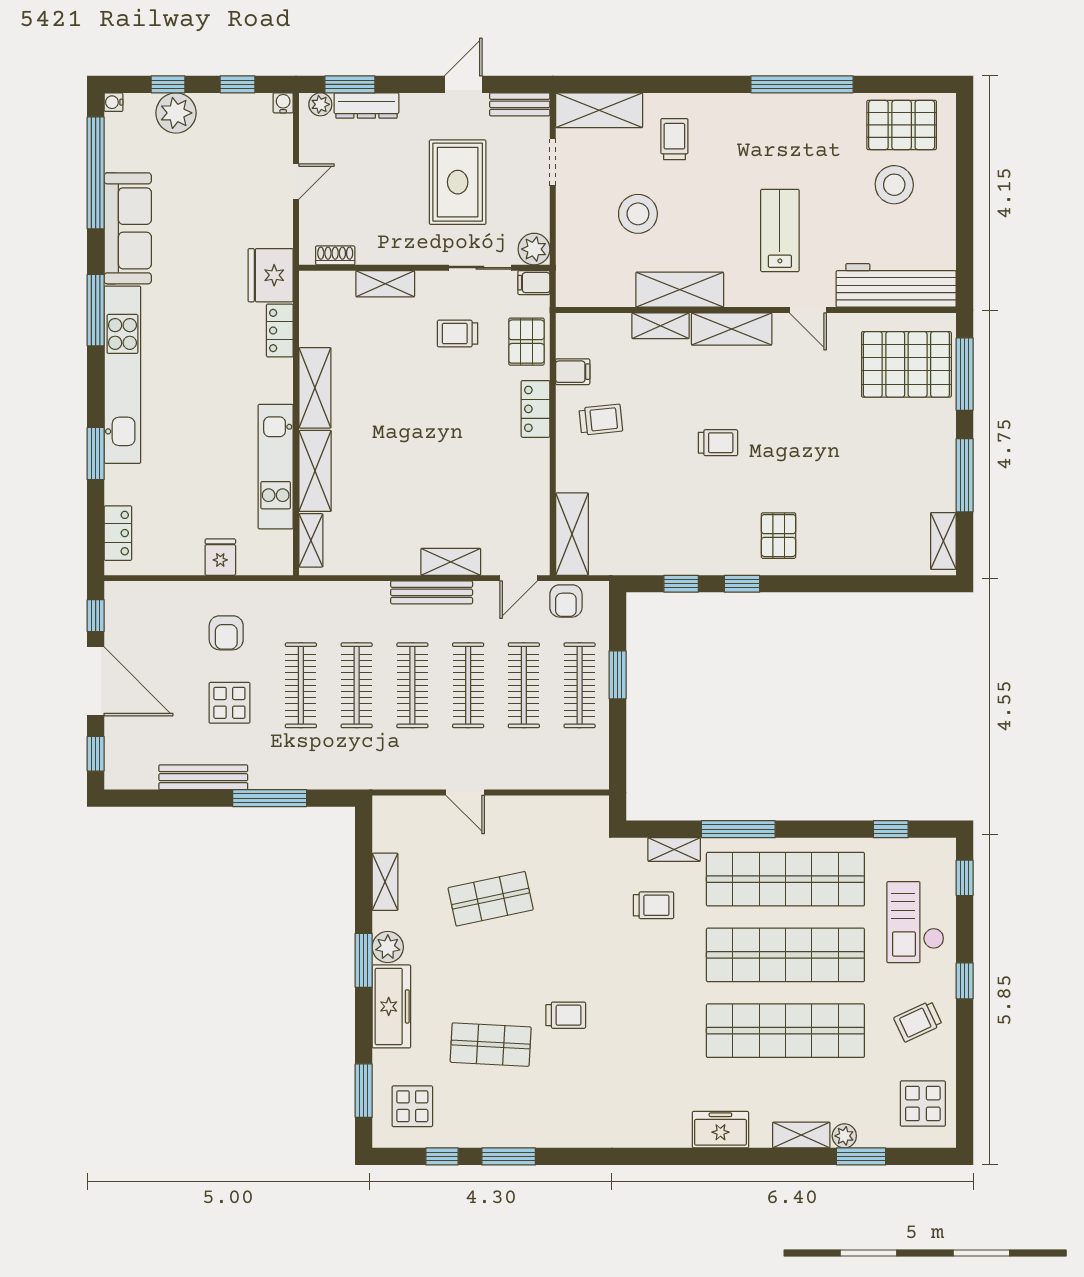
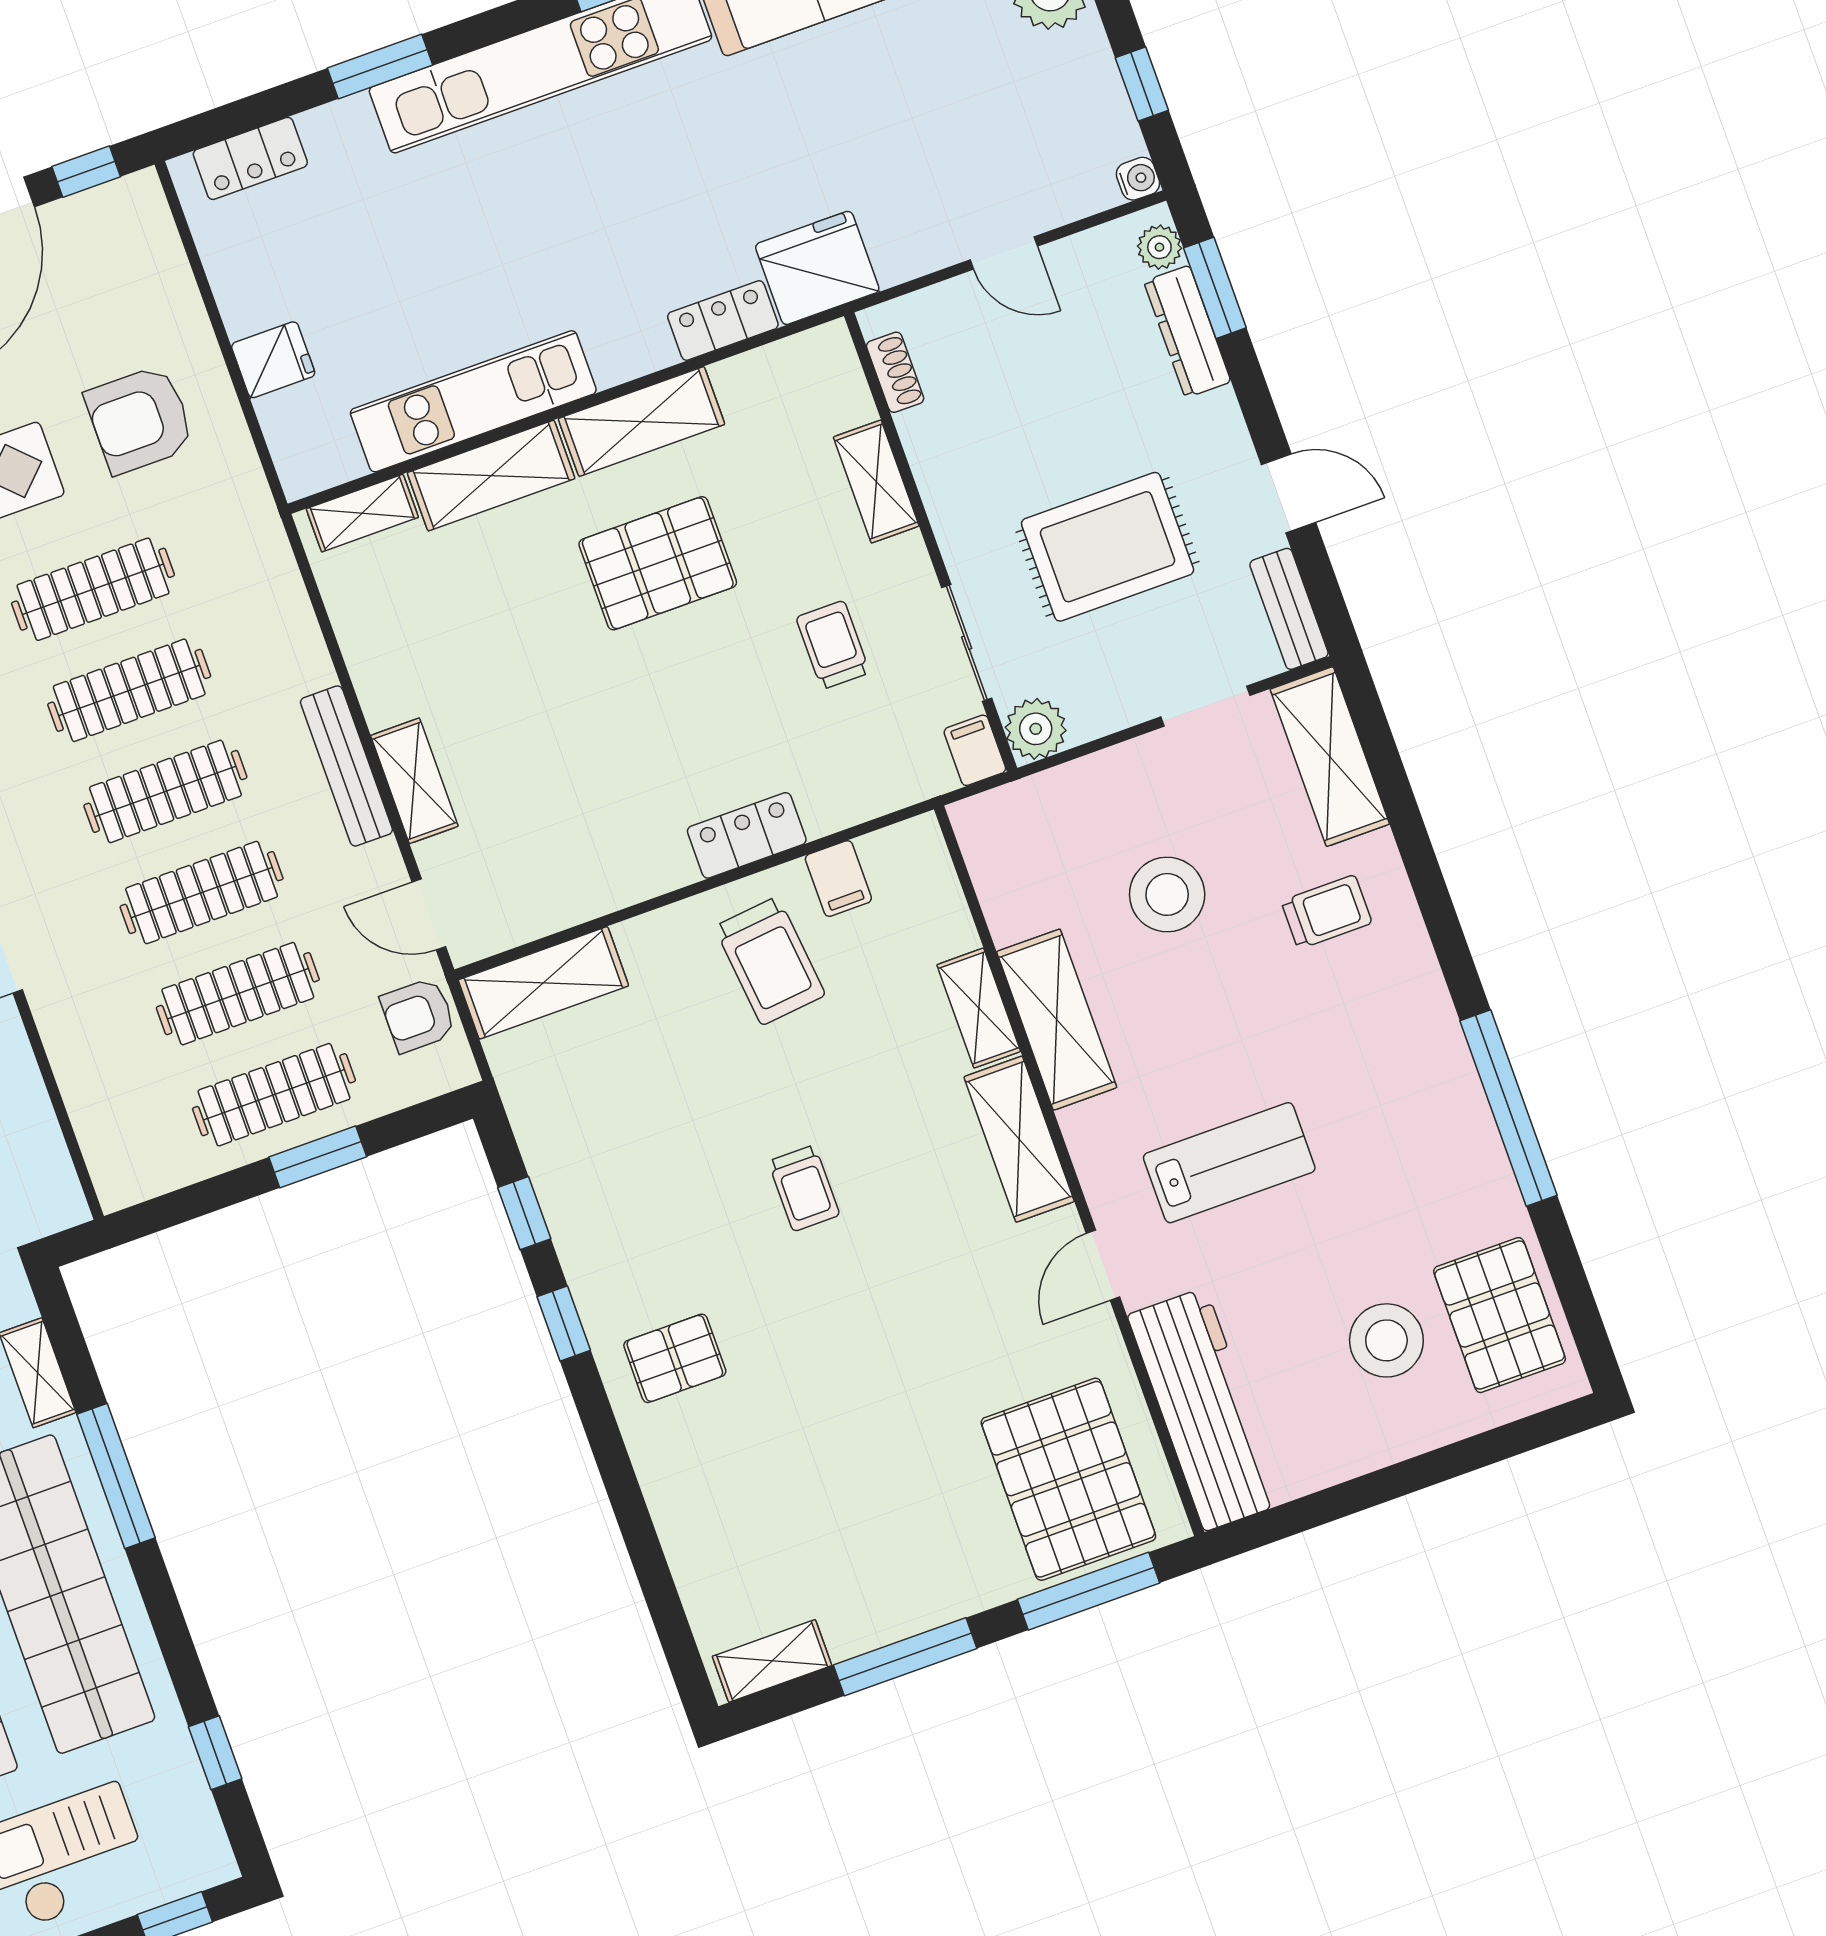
pallet: (526, 342) -> (658, 563), moved, width x1.50, depth x1.42
trolley: (601, 420) -> (770, 961), width x1.36, depth x1.39
armchair: (226, 633) -> (140, 420), width x1.38, depth x1.38

